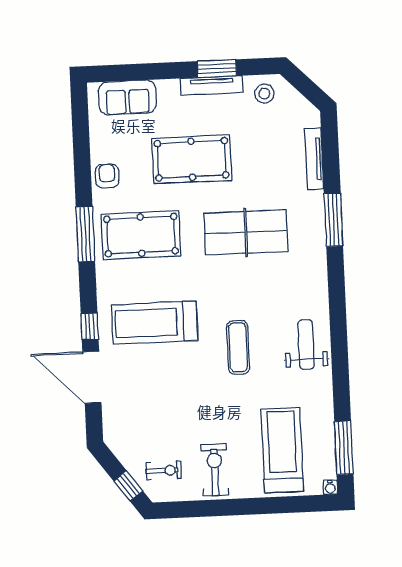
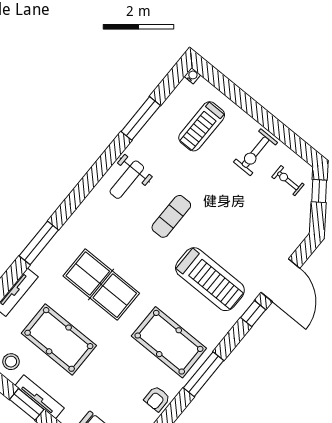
pool table: (192, 159) -> (59, 339), moved
window: (344, 448) -> (141, 118), moved
treadmill: (282, 450) -> (202, 126), width x0.73, depth x0.73

